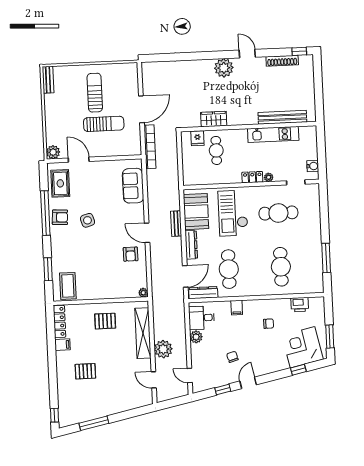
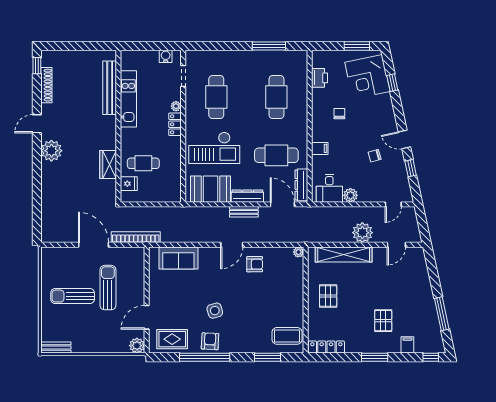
bench: (176, 224) -> (244, 212), moved
cafe table: (281, 267) -> (276, 97), turned 90
filing cabinet: (62, 345) -> (407, 345), moved
window: (52, 365) -> (375, 357), added

